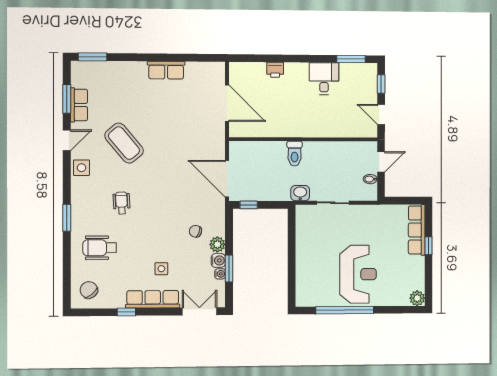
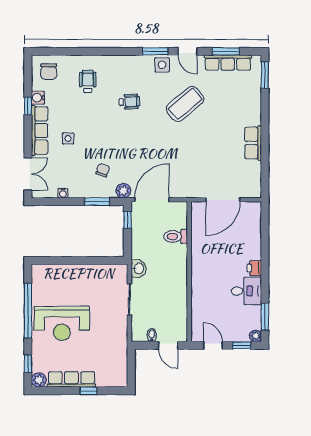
plant: (371, 69) -> (255, 336), added
printer: (275, 70) -> (254, 268), moved
row of seats: (79, 105) -> (228, 63), width x1.48
door: (381, 114) -> (213, 345), hinge flipped
toilet: (295, 154) -> (176, 237), moved
window: (67, 218) -> (155, 51), moved
row of seats: (417, 230) -> (71, 379), moved
plant: (217, 244) -> (123, 191), moved
wheelchair: (100, 248) -> (88, 81), width x0.73, depth x0.73
water cooler: (218, 260) -> (38, 98), moved, turned 90
window: (229, 269) -> (97, 202), moved
chair: (89, 290) -> (49, 71), turned 128
window: (400, 310) -> (28, 364), added

